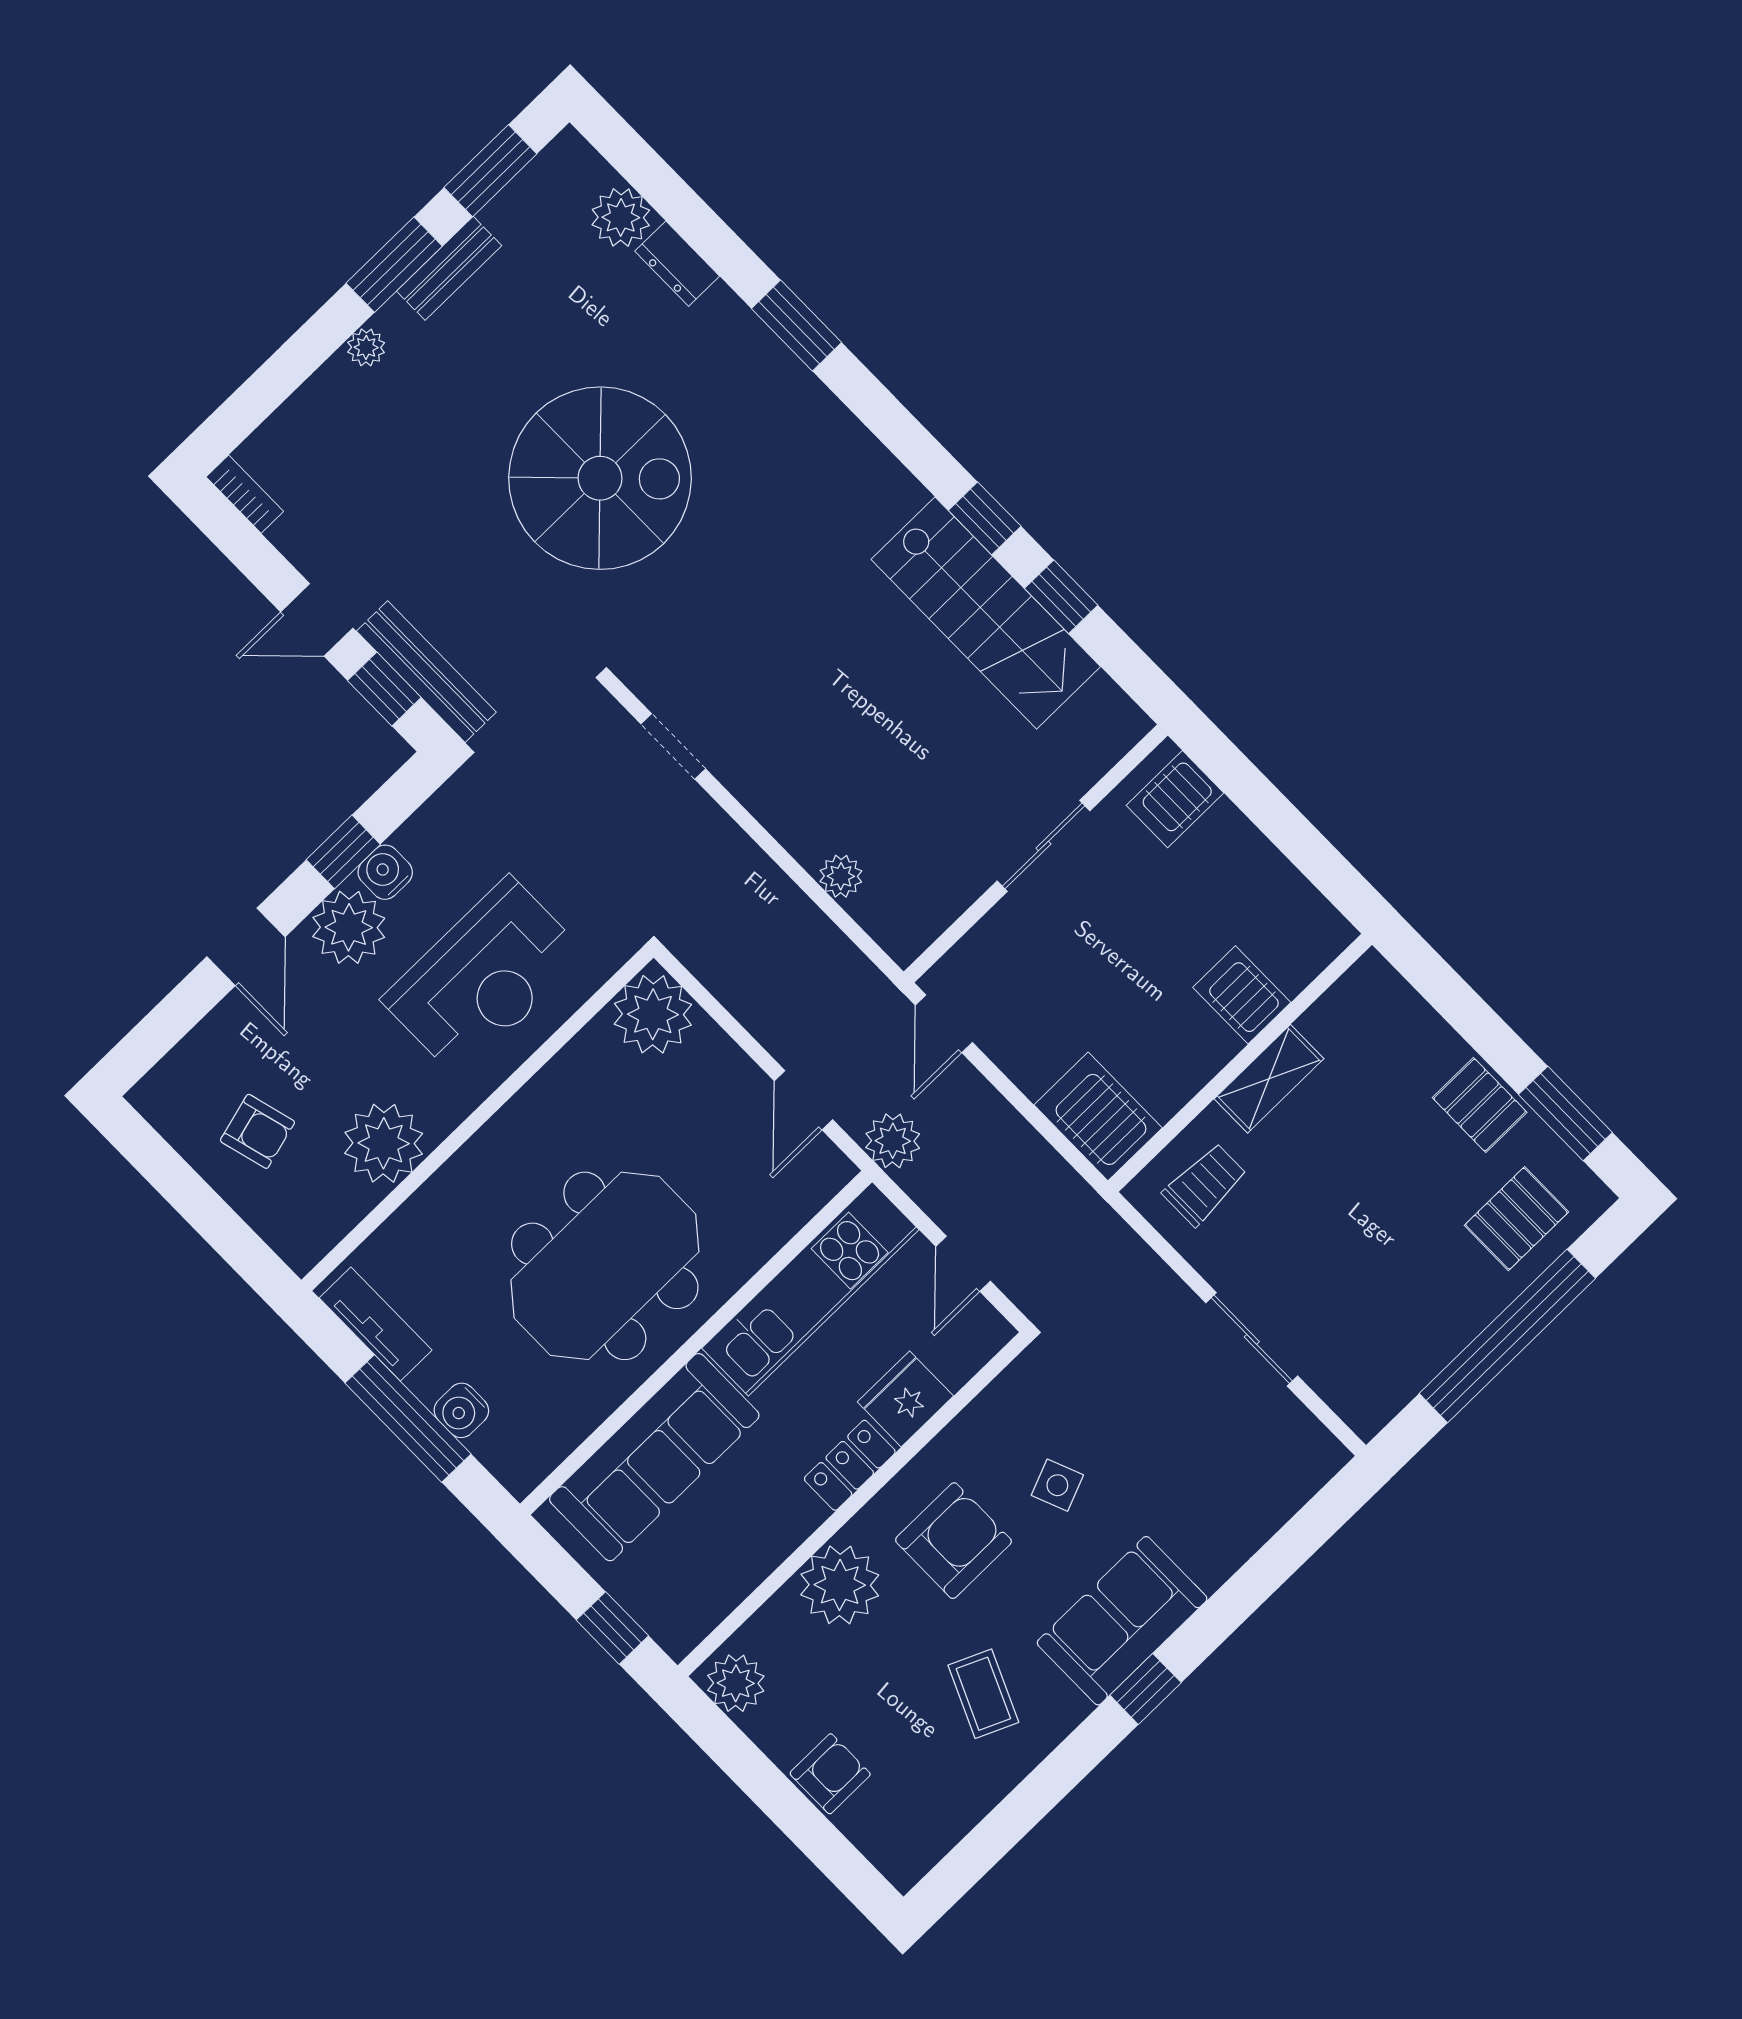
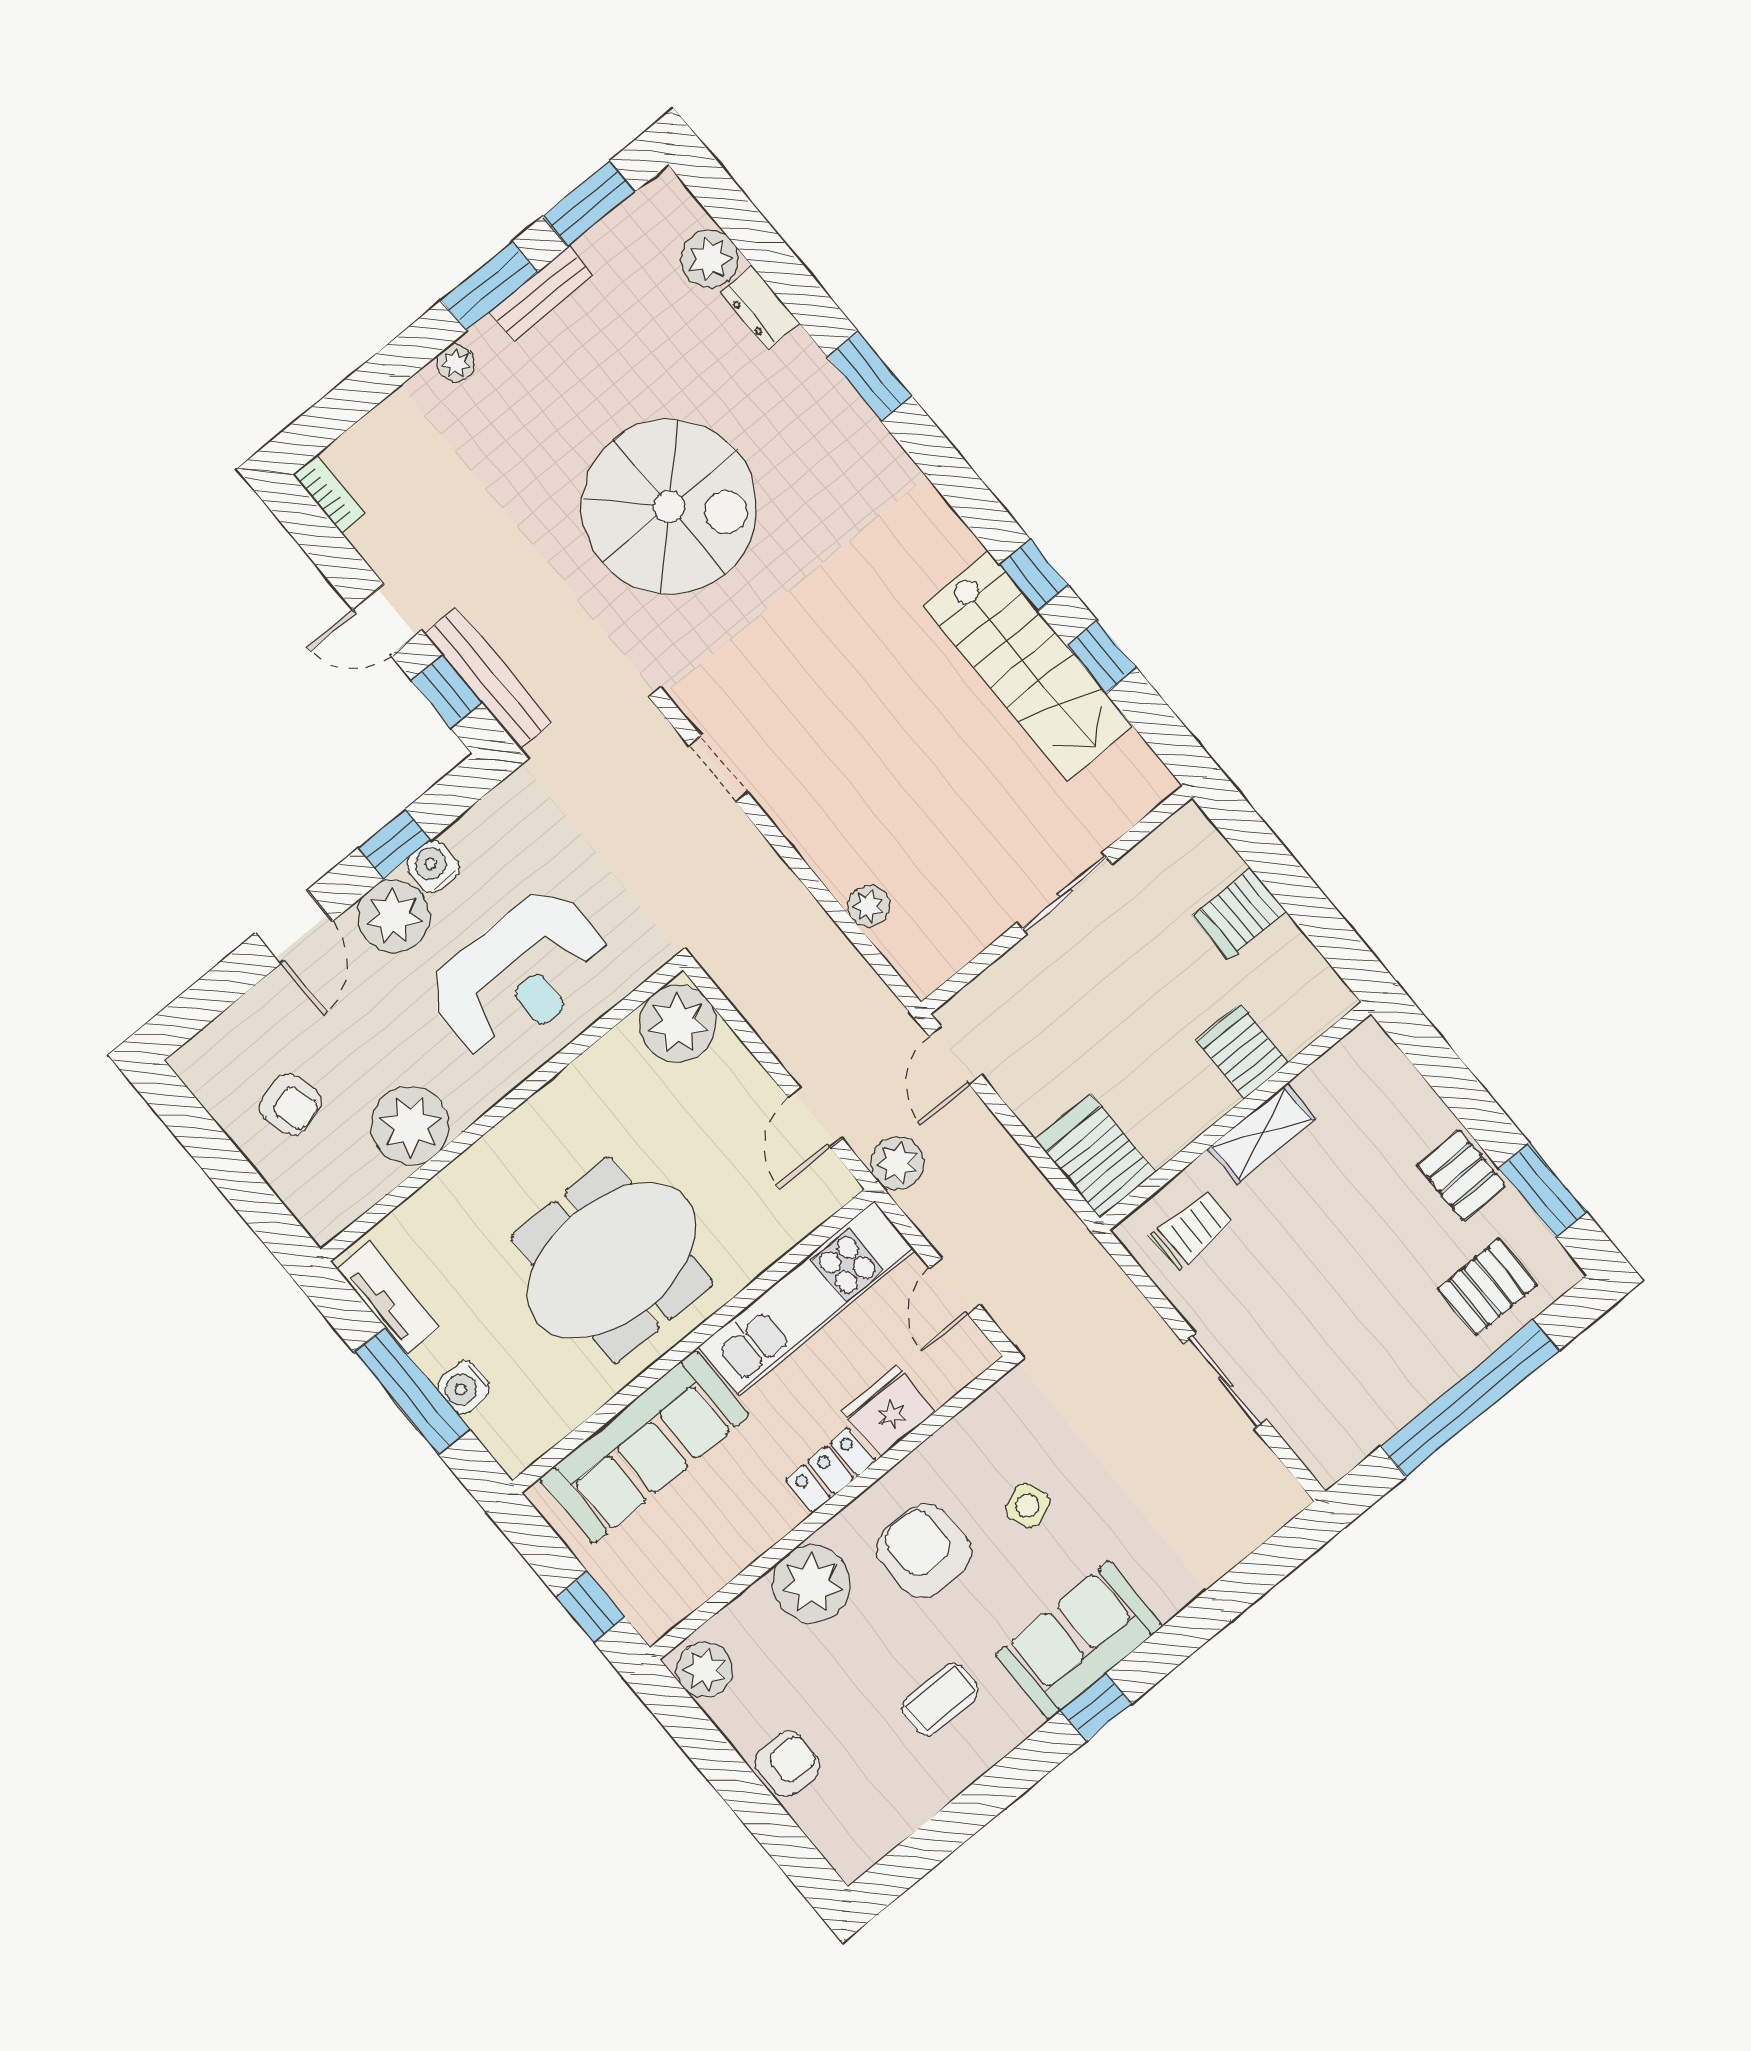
server rack: (1175, 799) -> (1239, 913), moved
armchair: (953, 1541) -> (924, 1551), turned -90
coffee table: (983, 1694) -> (940, 1699), turned 66

